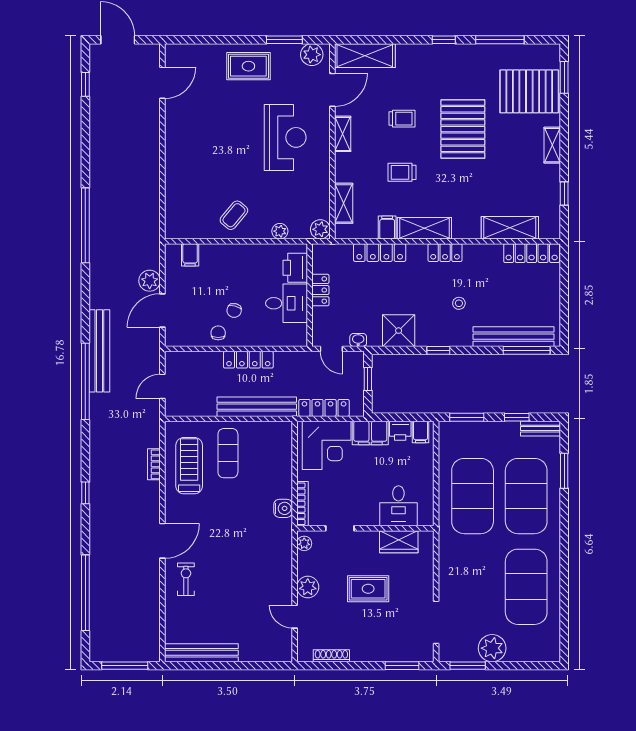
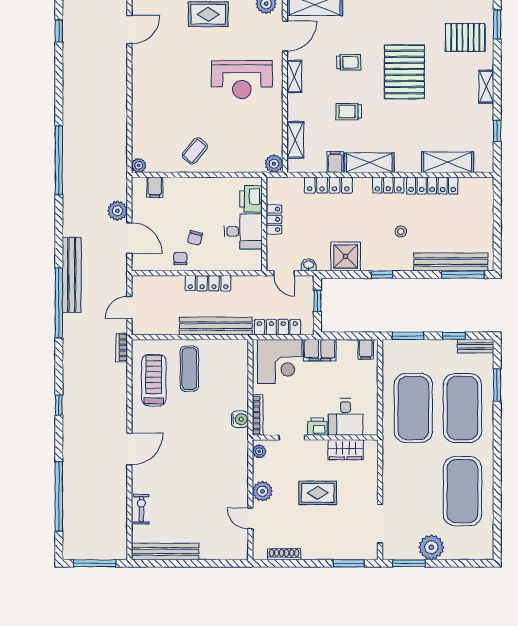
pallet: (529, 91) -> (465, 37), width x0.73, depth x0.71
reception desk: (285, 137) -> (242, 80), turned 90
plant: (280, 231) -> (139, 165), moved
locker: (532, 253) -> (432, 185), moved
door: (162, 310) -> (129, 238), swing flipped
printer: (400, 431) -> (317, 427), moved, turned 180
bookcase: (154, 464) -> (122, 348), moved
exercise bike: (186, 579) -> (141, 509), moved

